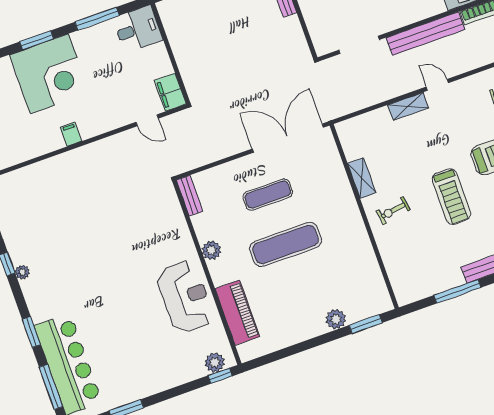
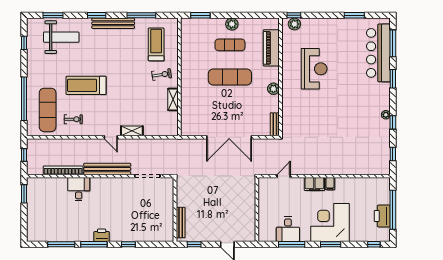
desk: (138, 29) -> (288, 229), moved, turned -90
filing cabinet: (170, 92) -> (314, 184), moved, turned 90
door: (147, 120) -> (284, 176), hinge flipped
double door: (288, 138) -> (229, 137), moved
exercise mat: (268, 195) -> (230, 45), moved
treadmill: (451, 197) -> (156, 44), moved
reception desk: (185, 297) -> (314, 69), moved, turned 180
plant: (336, 319) -> (232, 24), moved

